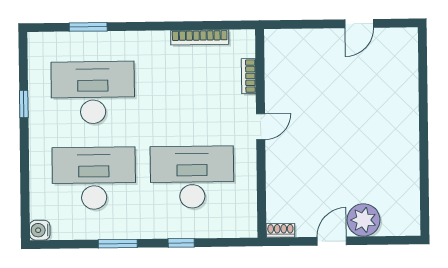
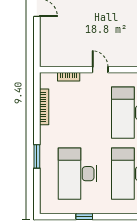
window: (88, 27) -> (37, 156), moved

